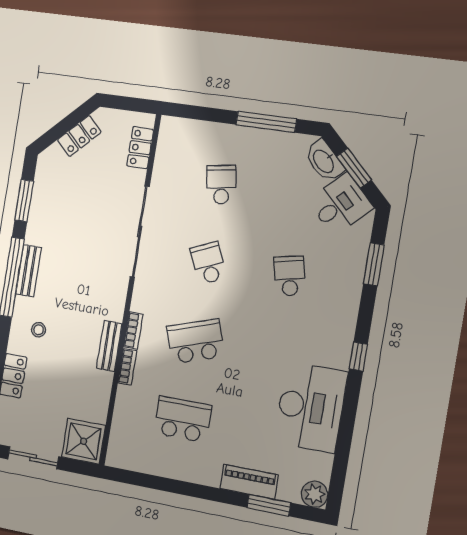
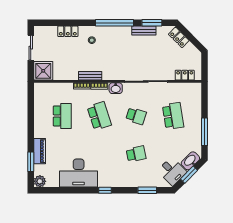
locker: (79, 136) -> (179, 37), moved
school desk: (221, 185) -> (173, 116), width x1.85
school desk: (208, 263) -> (136, 116), turned 42
bench: (29, 271) -> (144, 31), moved
washbasin: (143, 297) -> (116, 88), added

